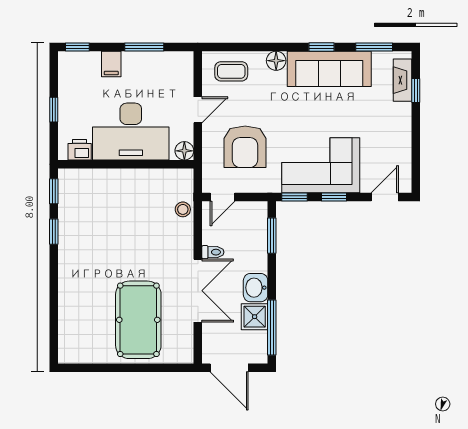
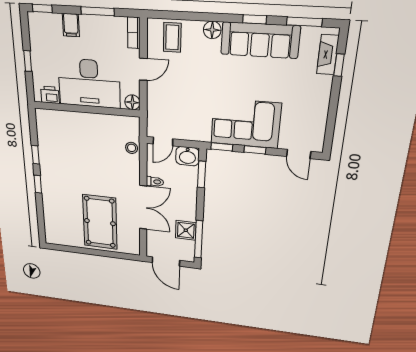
bookcase: (187, 69) -> (134, 33), added
coffee table: (231, 71) -> (172, 37), turned 90
armchair: (245, 147) -> (182, 103), removed
window: (54, 191) -> (38, 184), moved
door: (385, 197) -> (299, 154), swing flipped
washbasin: (256, 288) -> (187, 156), moved, turned -90

